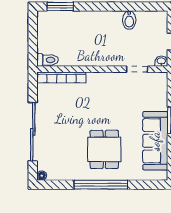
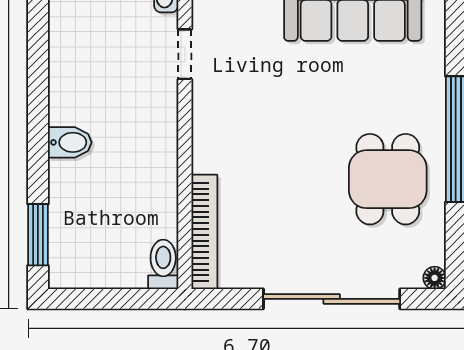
bidet: (129, 20) -> (70, 142), moved
dining table: (104, 149) -> (388, 179), moved, turned 90

